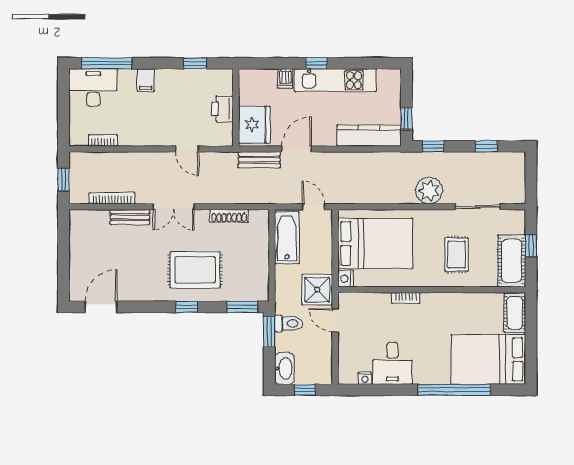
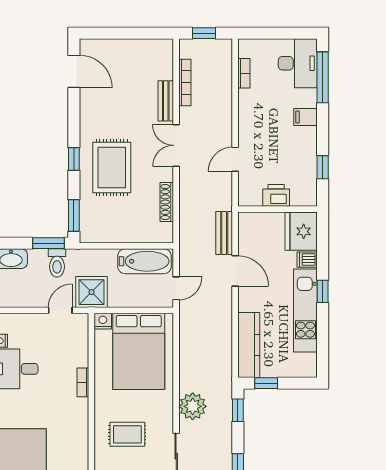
fridge: (254, 125) -> (301, 231), moved, turned 90

